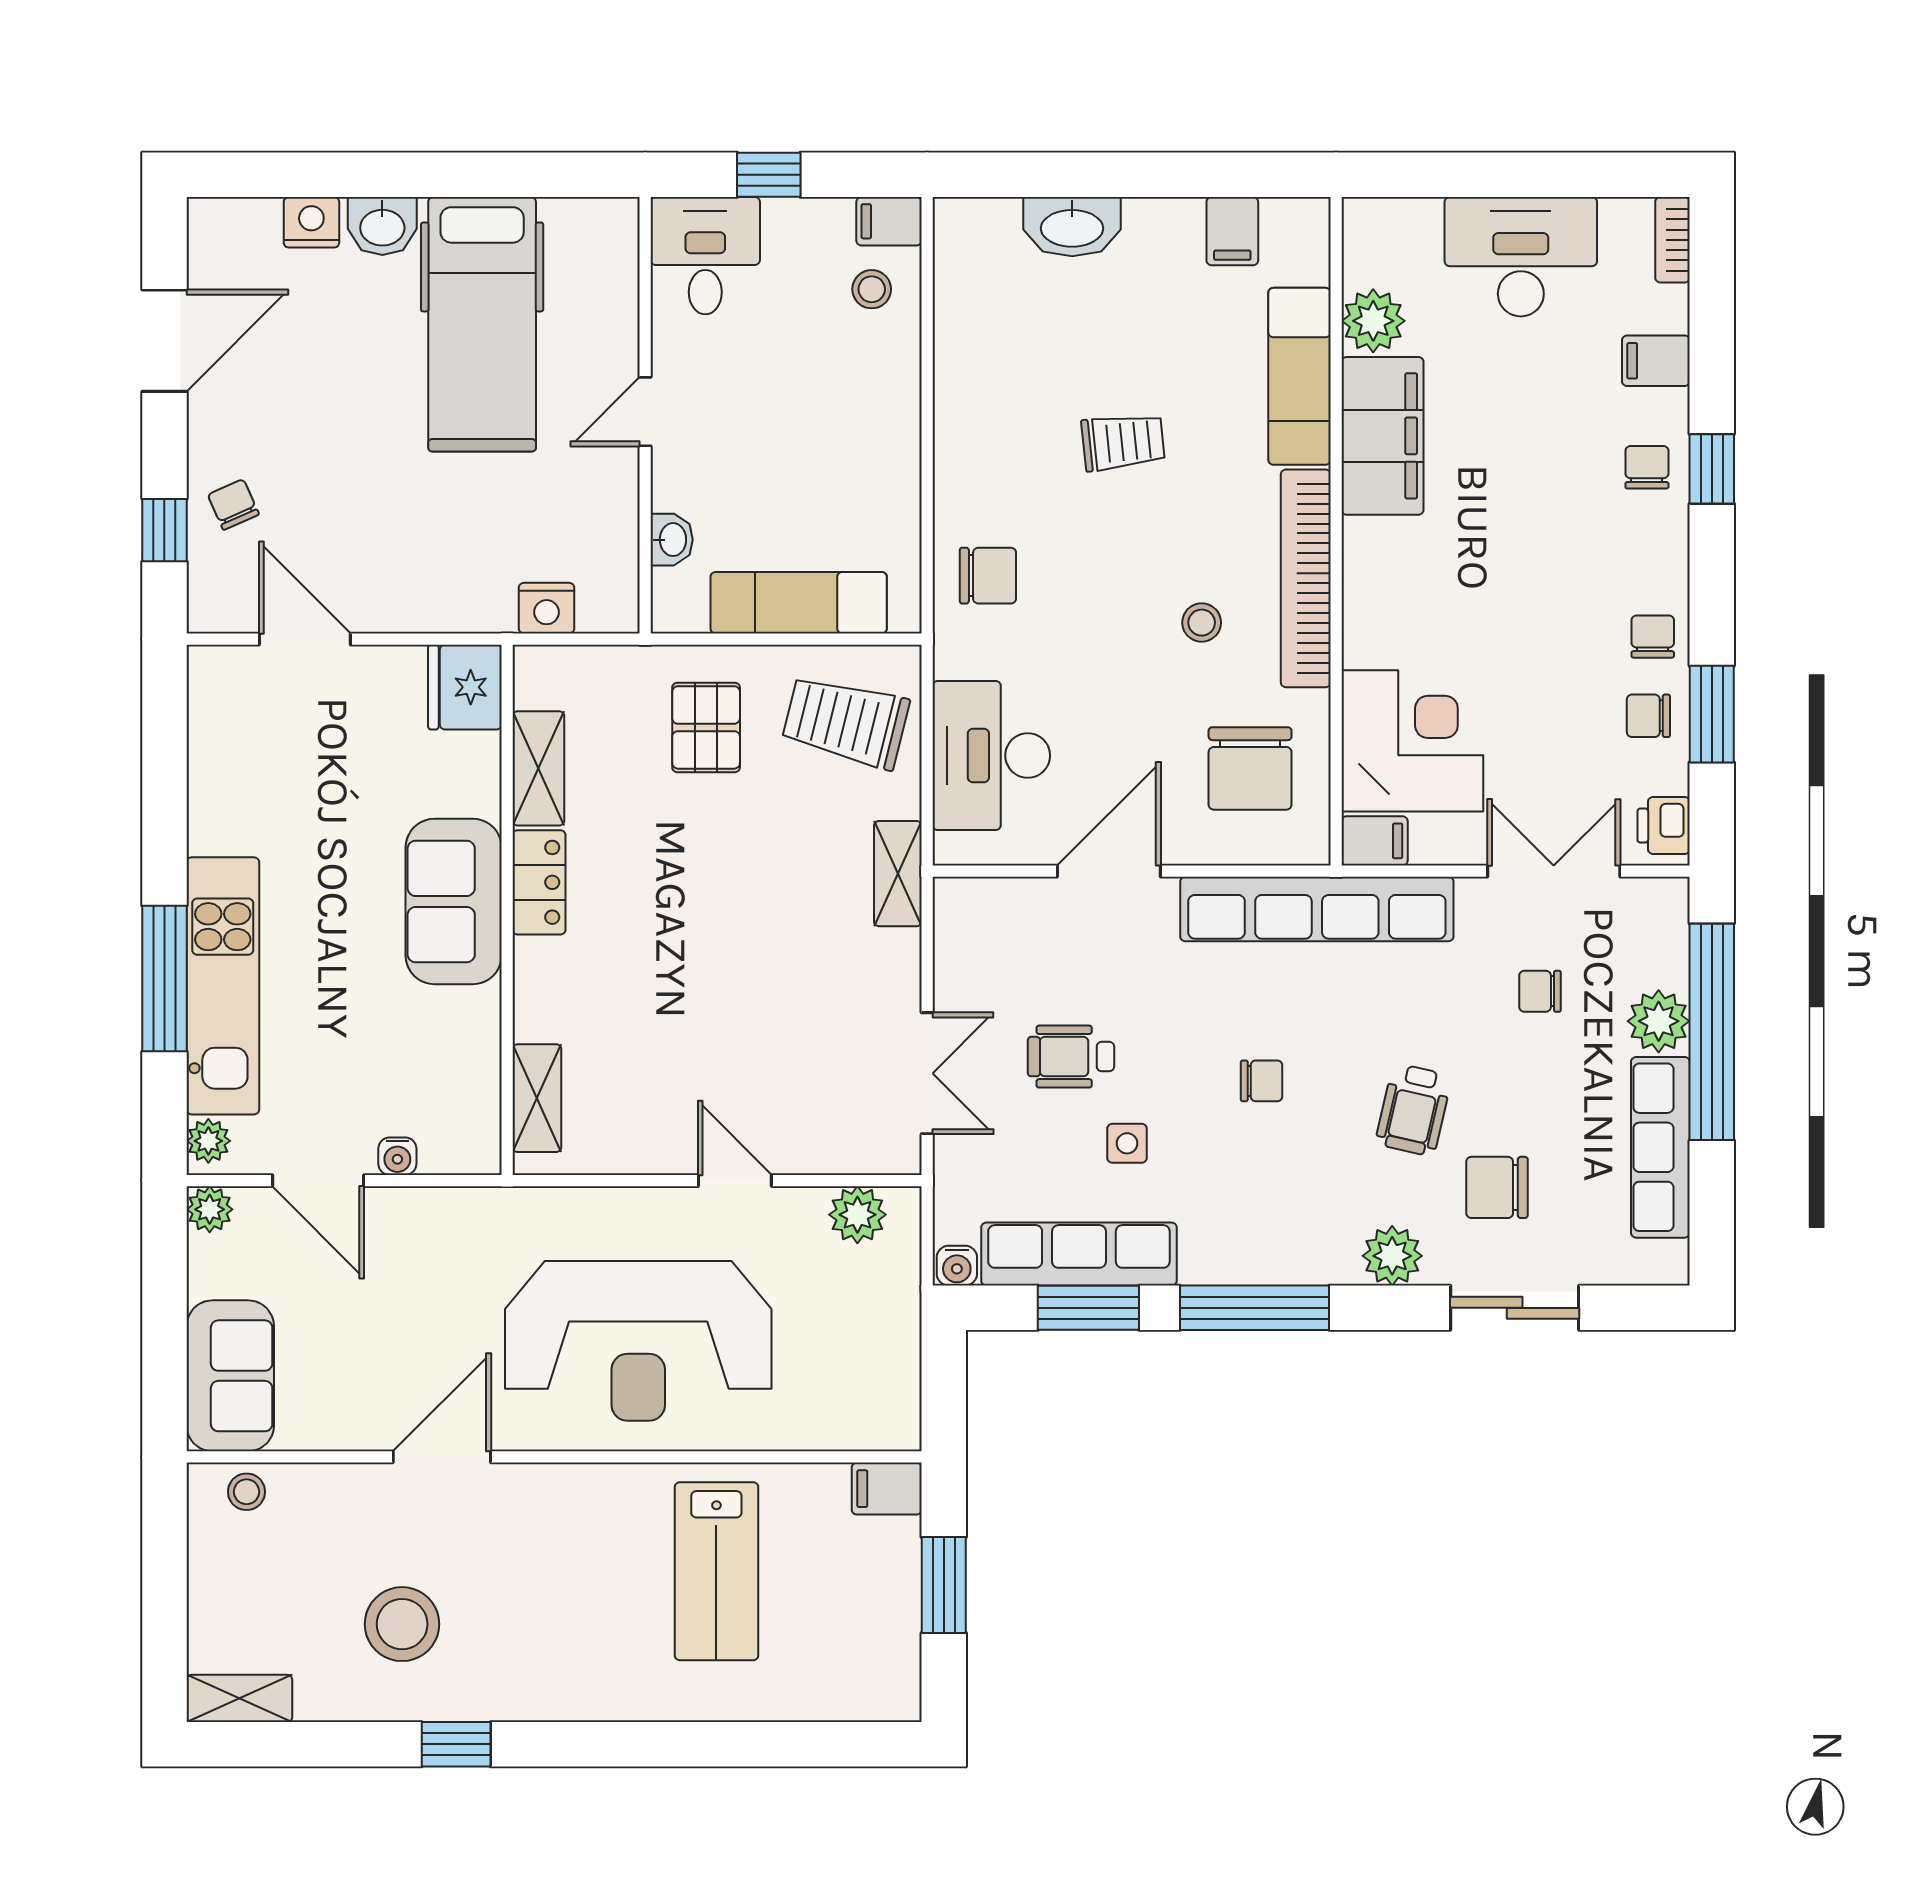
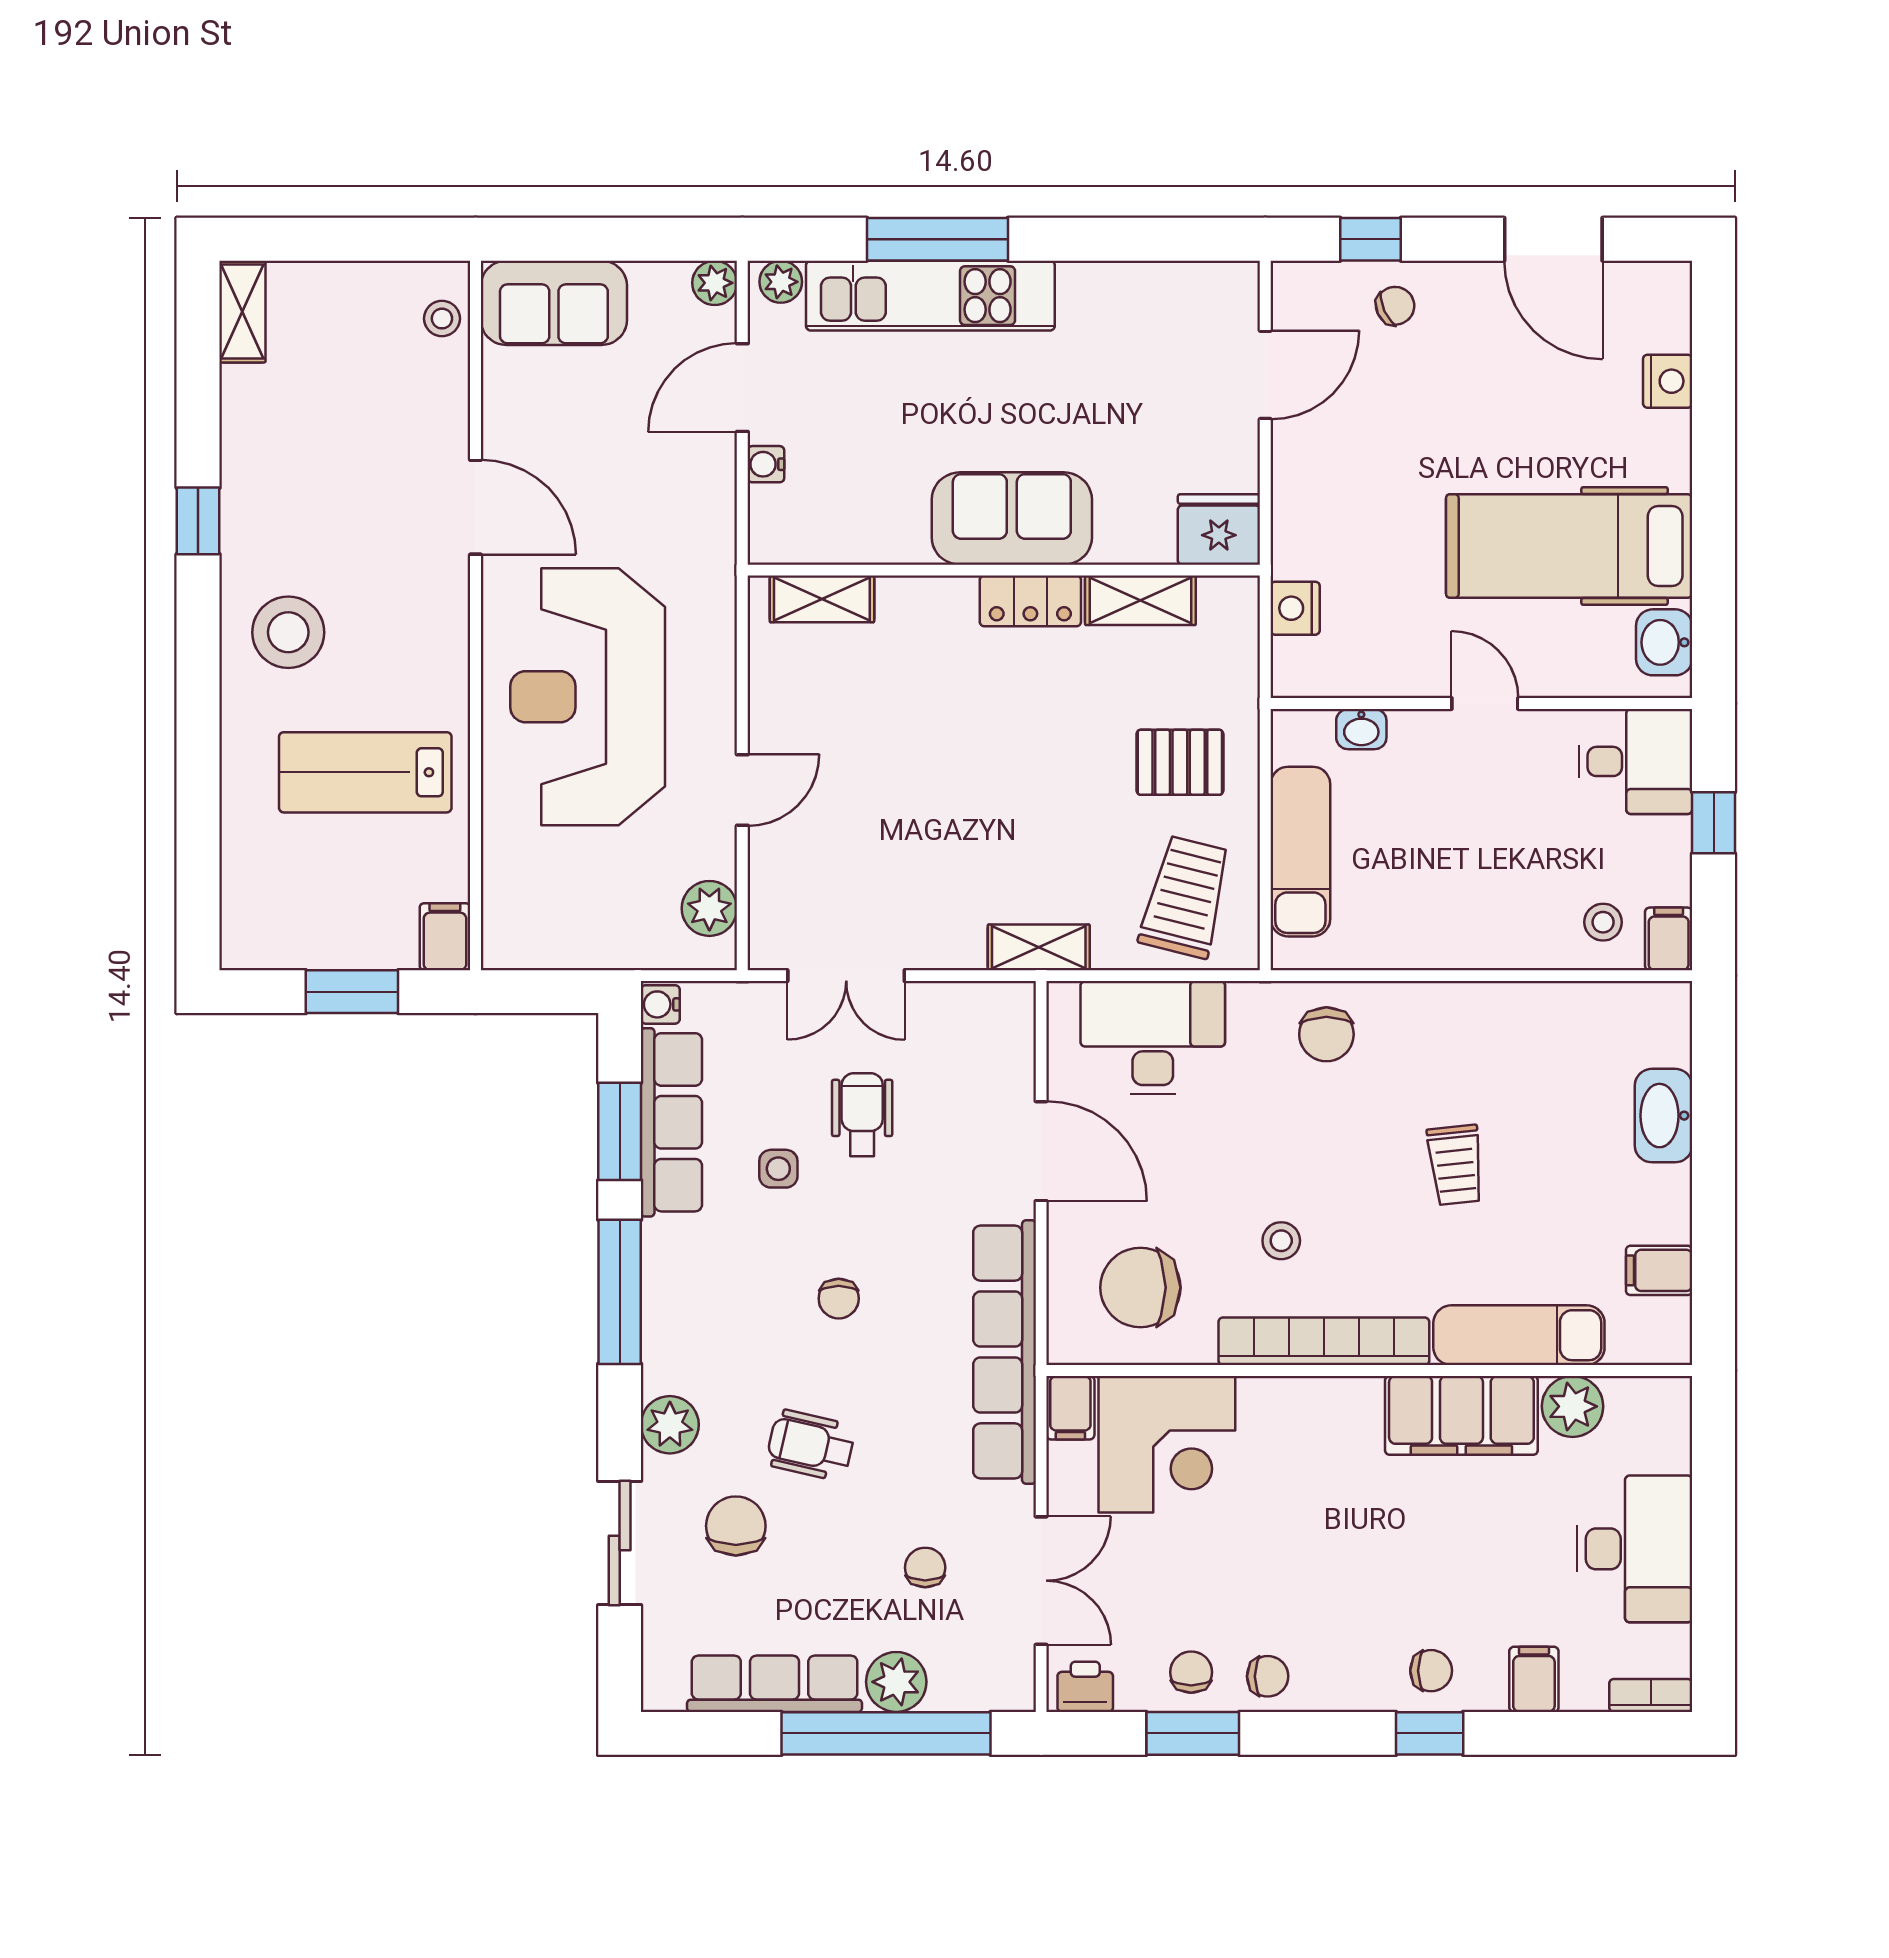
washbasin: (382, 226) -> (1664, 642), moved
stool: (402, 1624) -> (288, 632), moved

